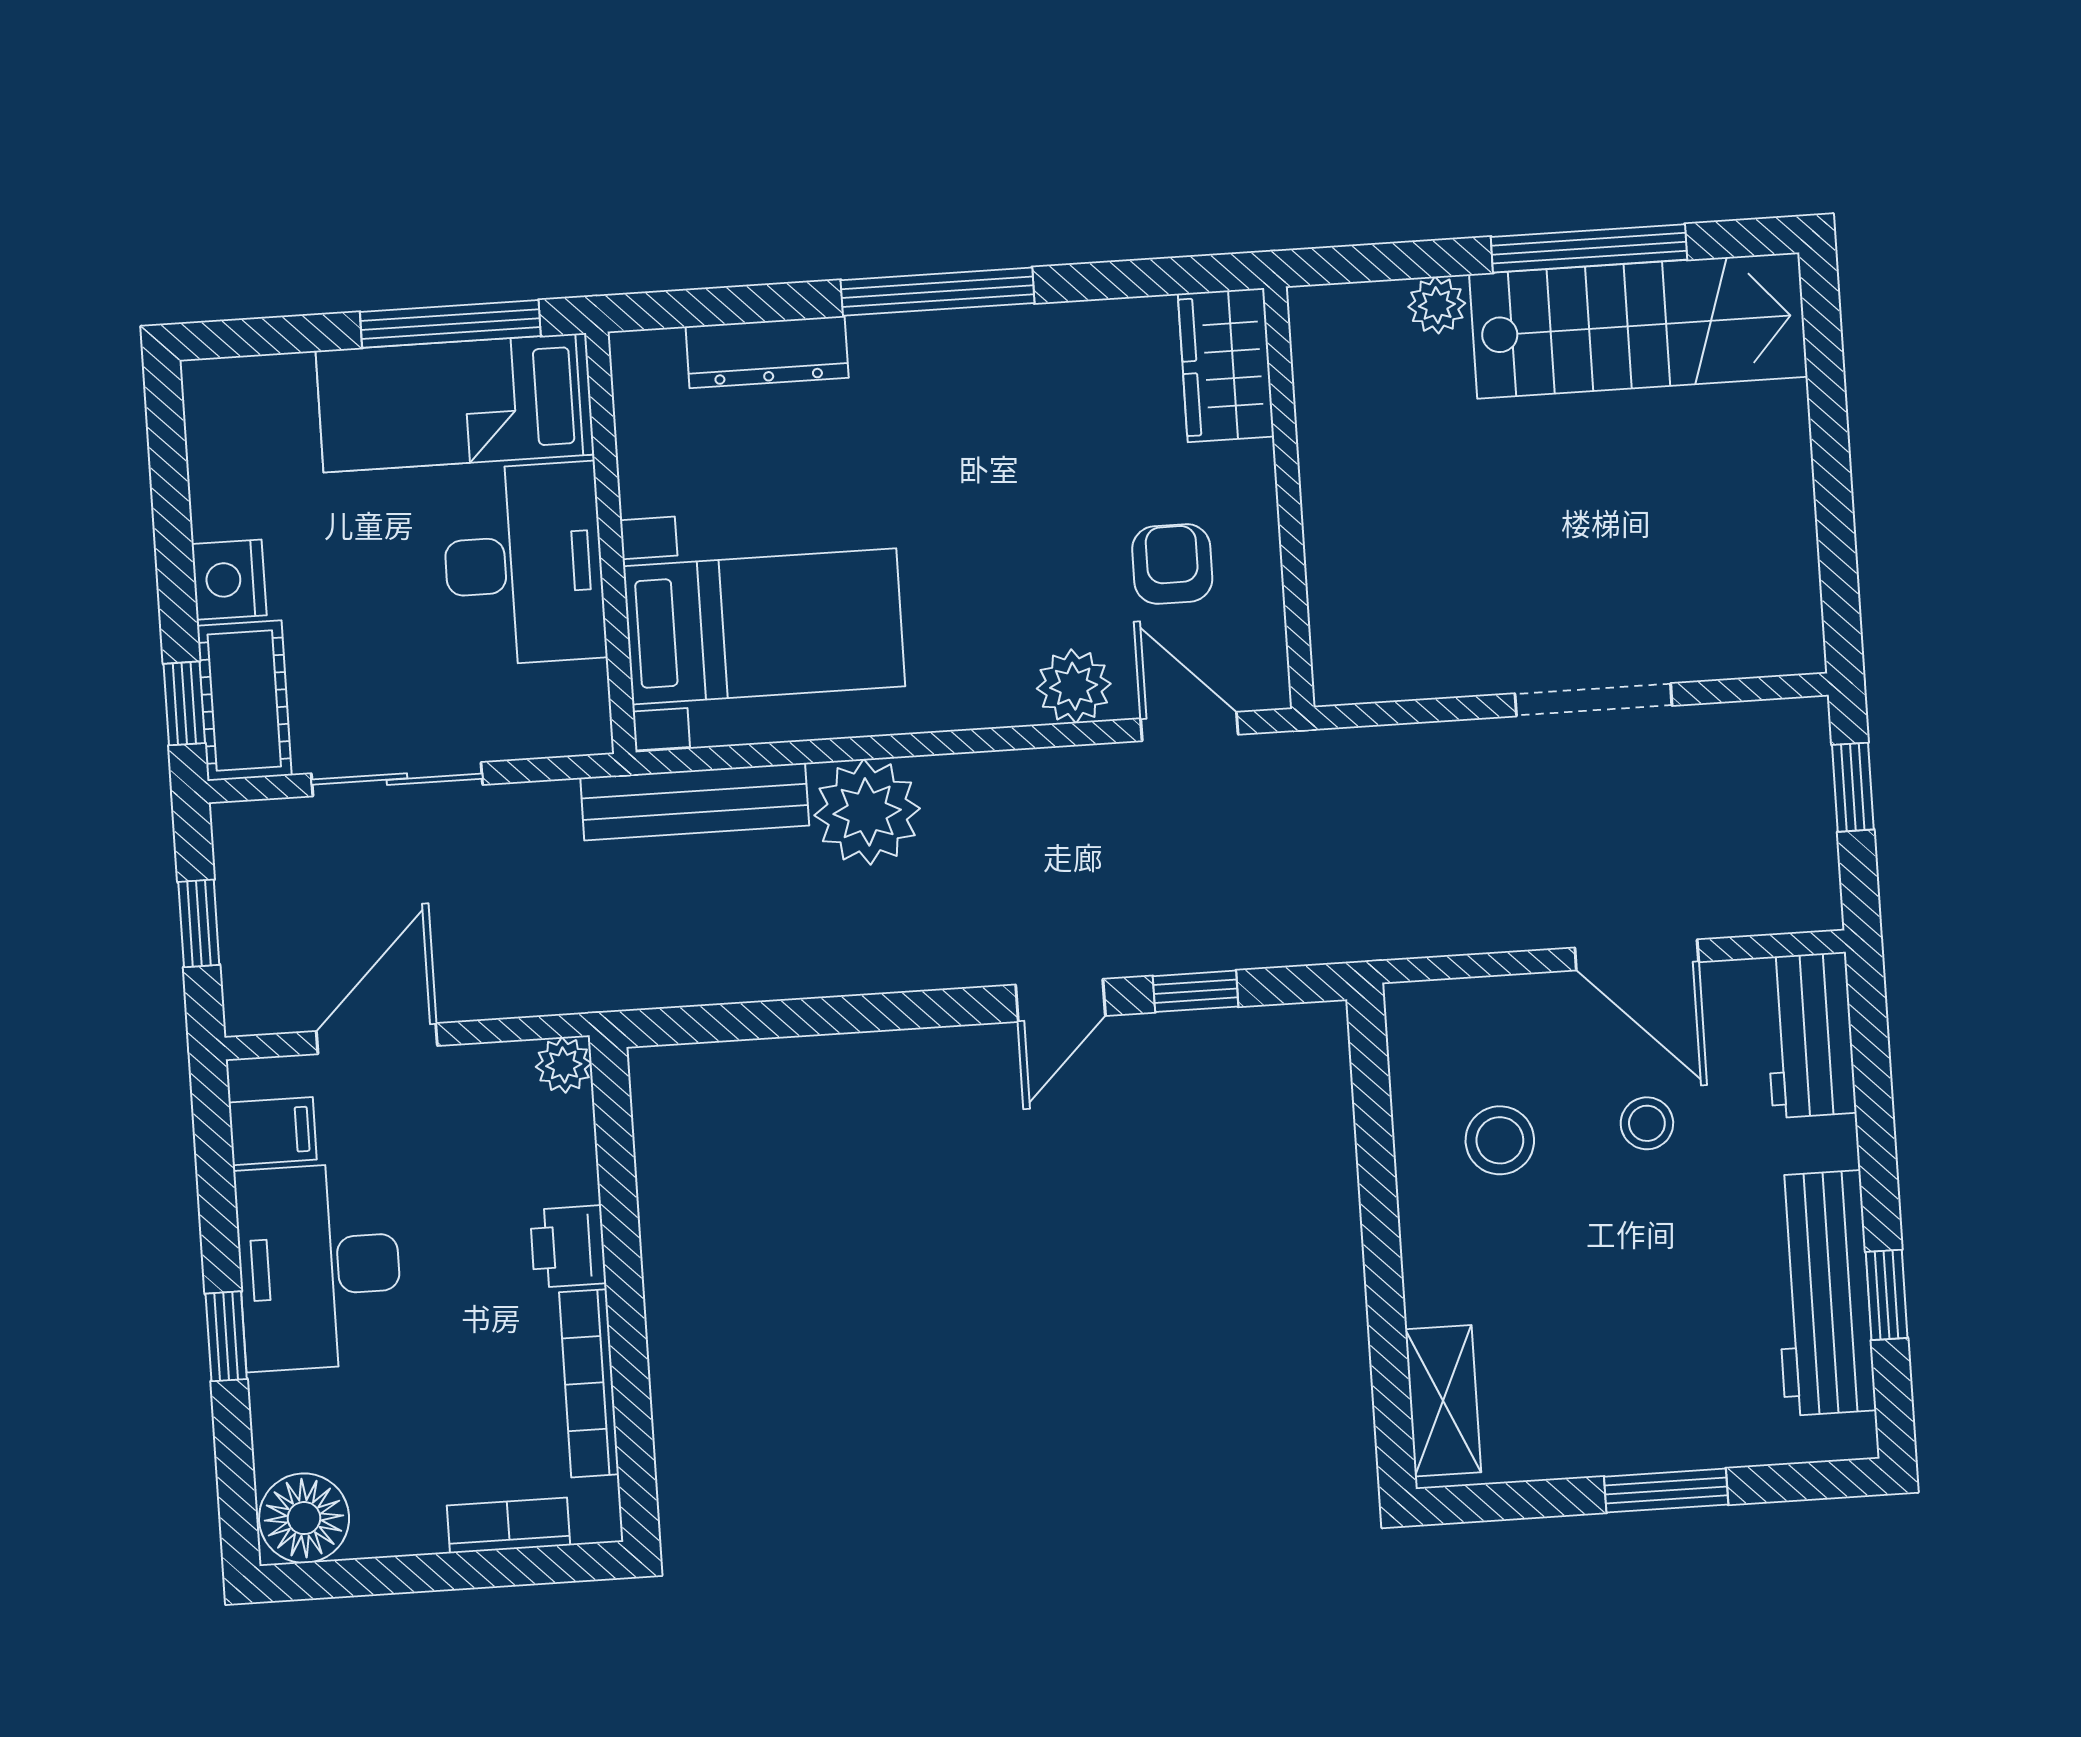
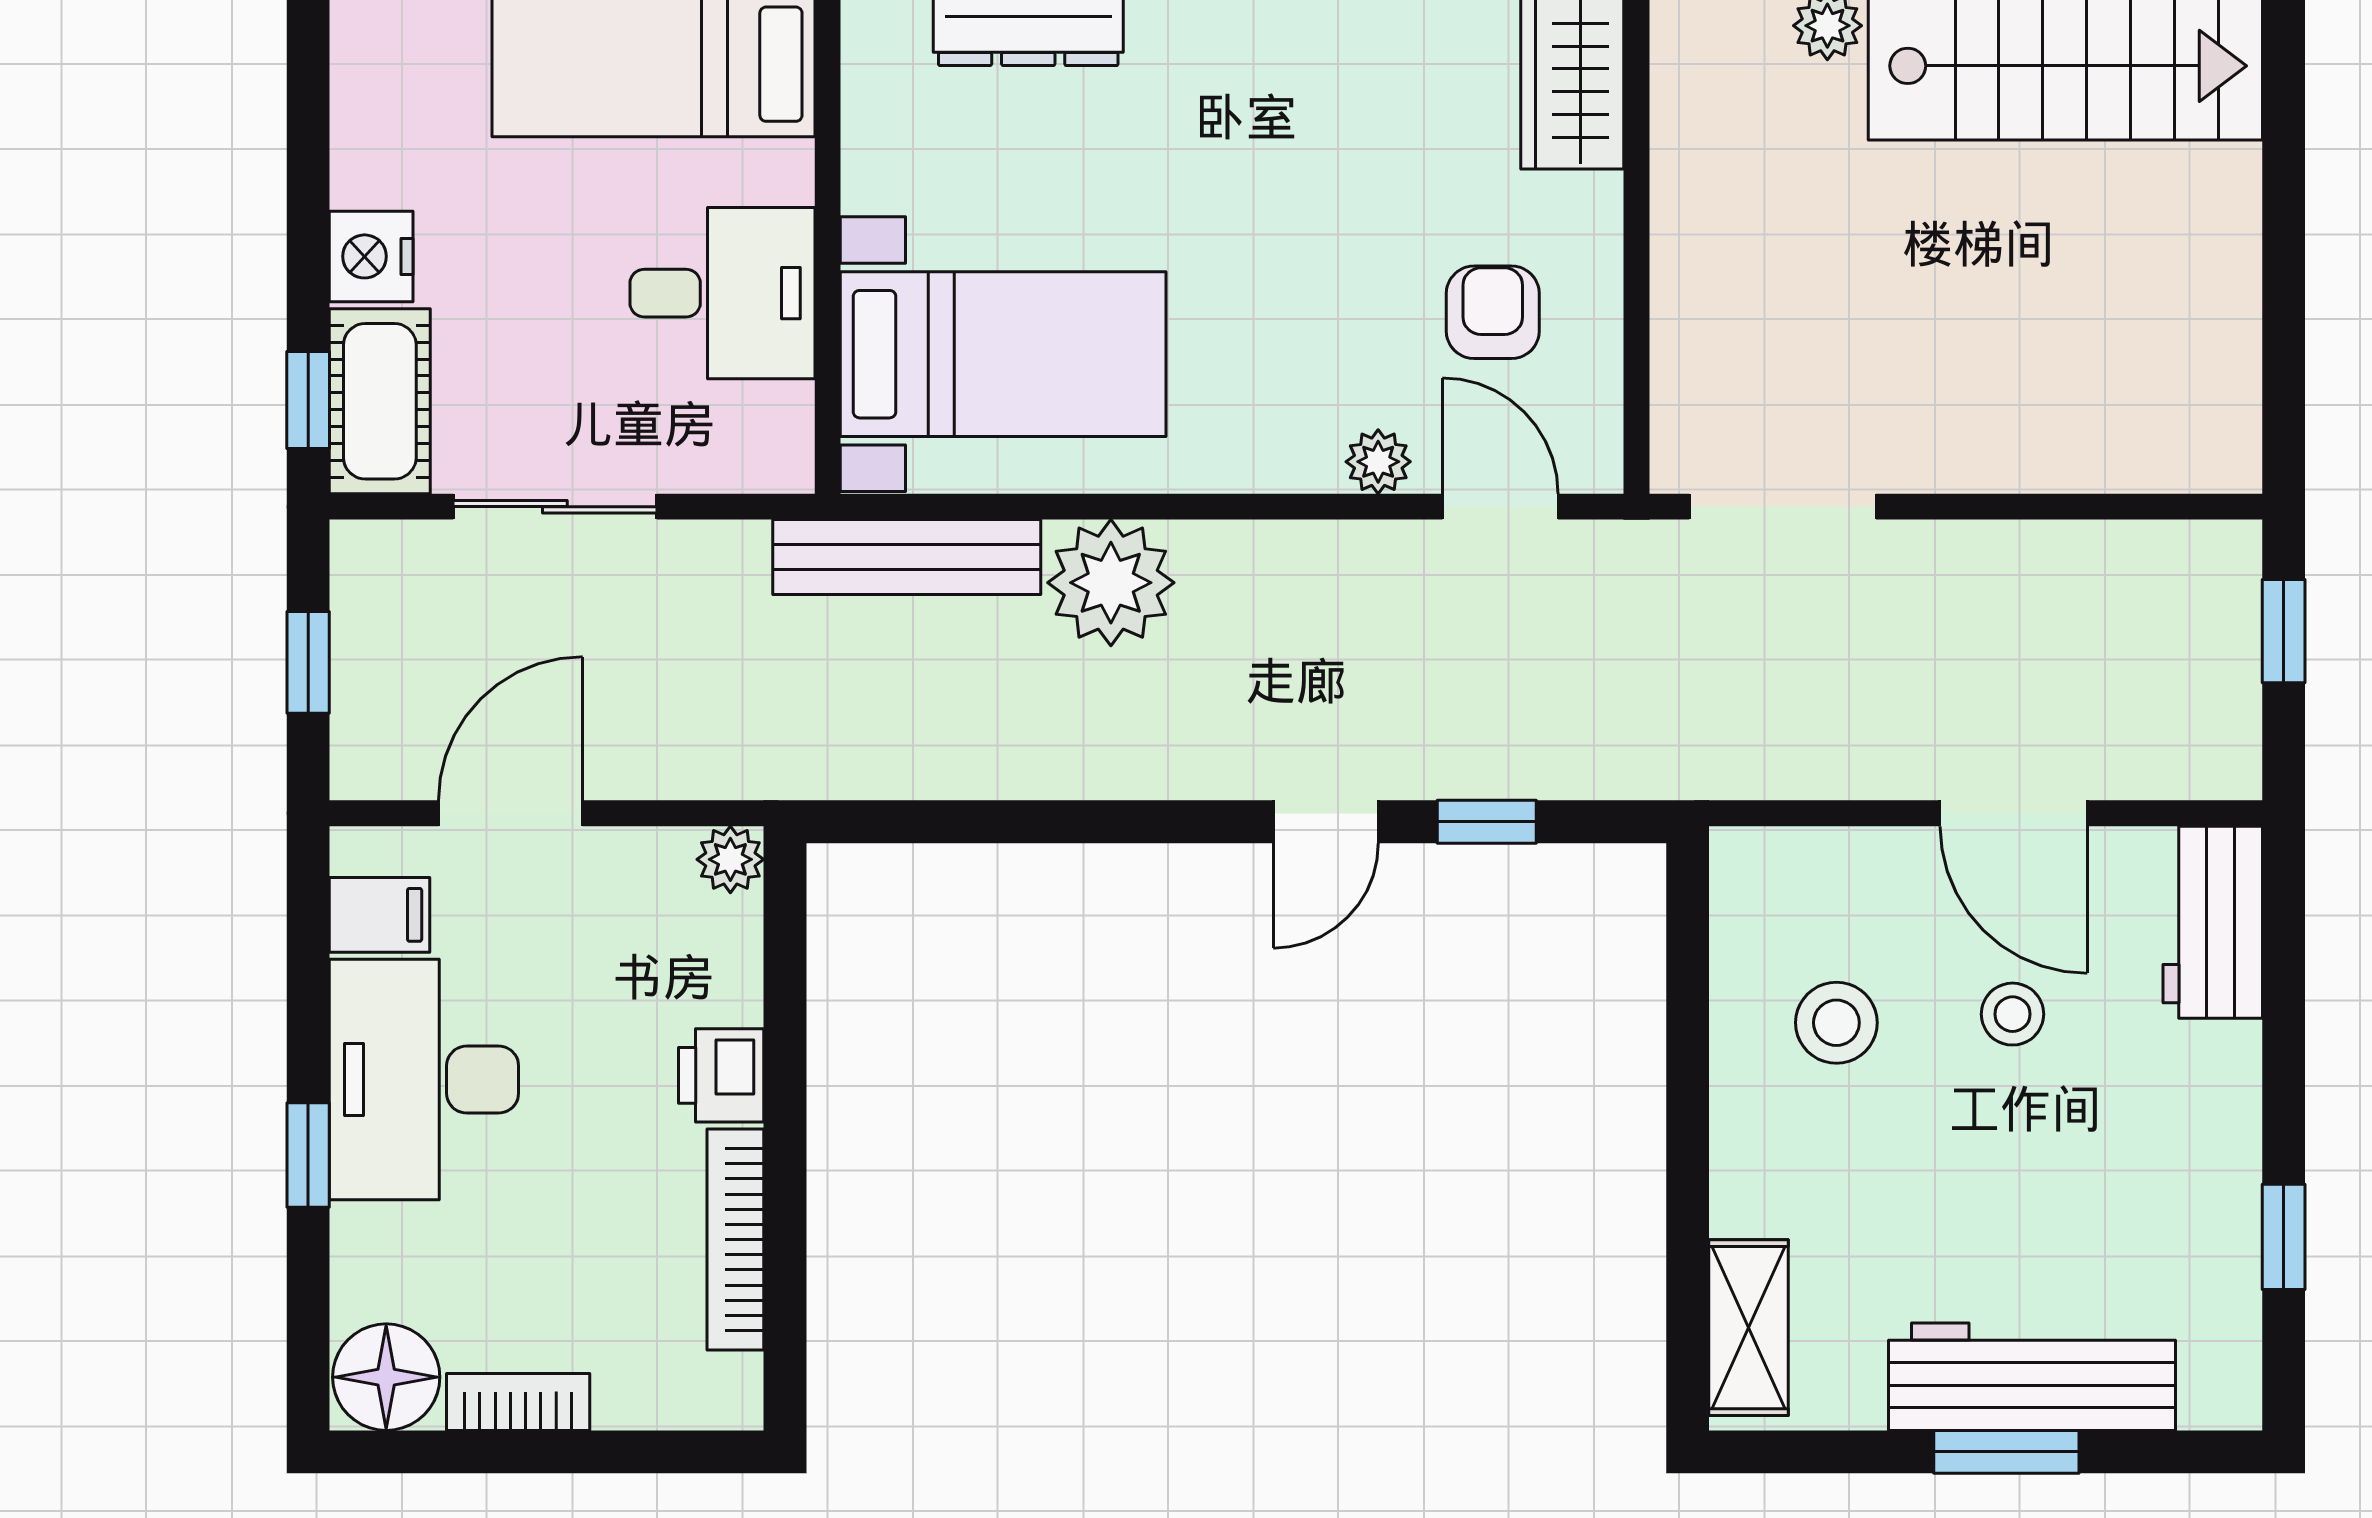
desk: (524, 564) -> (722, 293), width x0.73
plant: (1074, 686) -> (1378, 462), width x0.73, depth x0.73
doorway: (1593, 700) -> (1783, 507), moved
workbench: (1823, 1293) -> (2032, 1377), moved, turned 90
bookcase: (509, 1525) -> (518, 1402), moved

